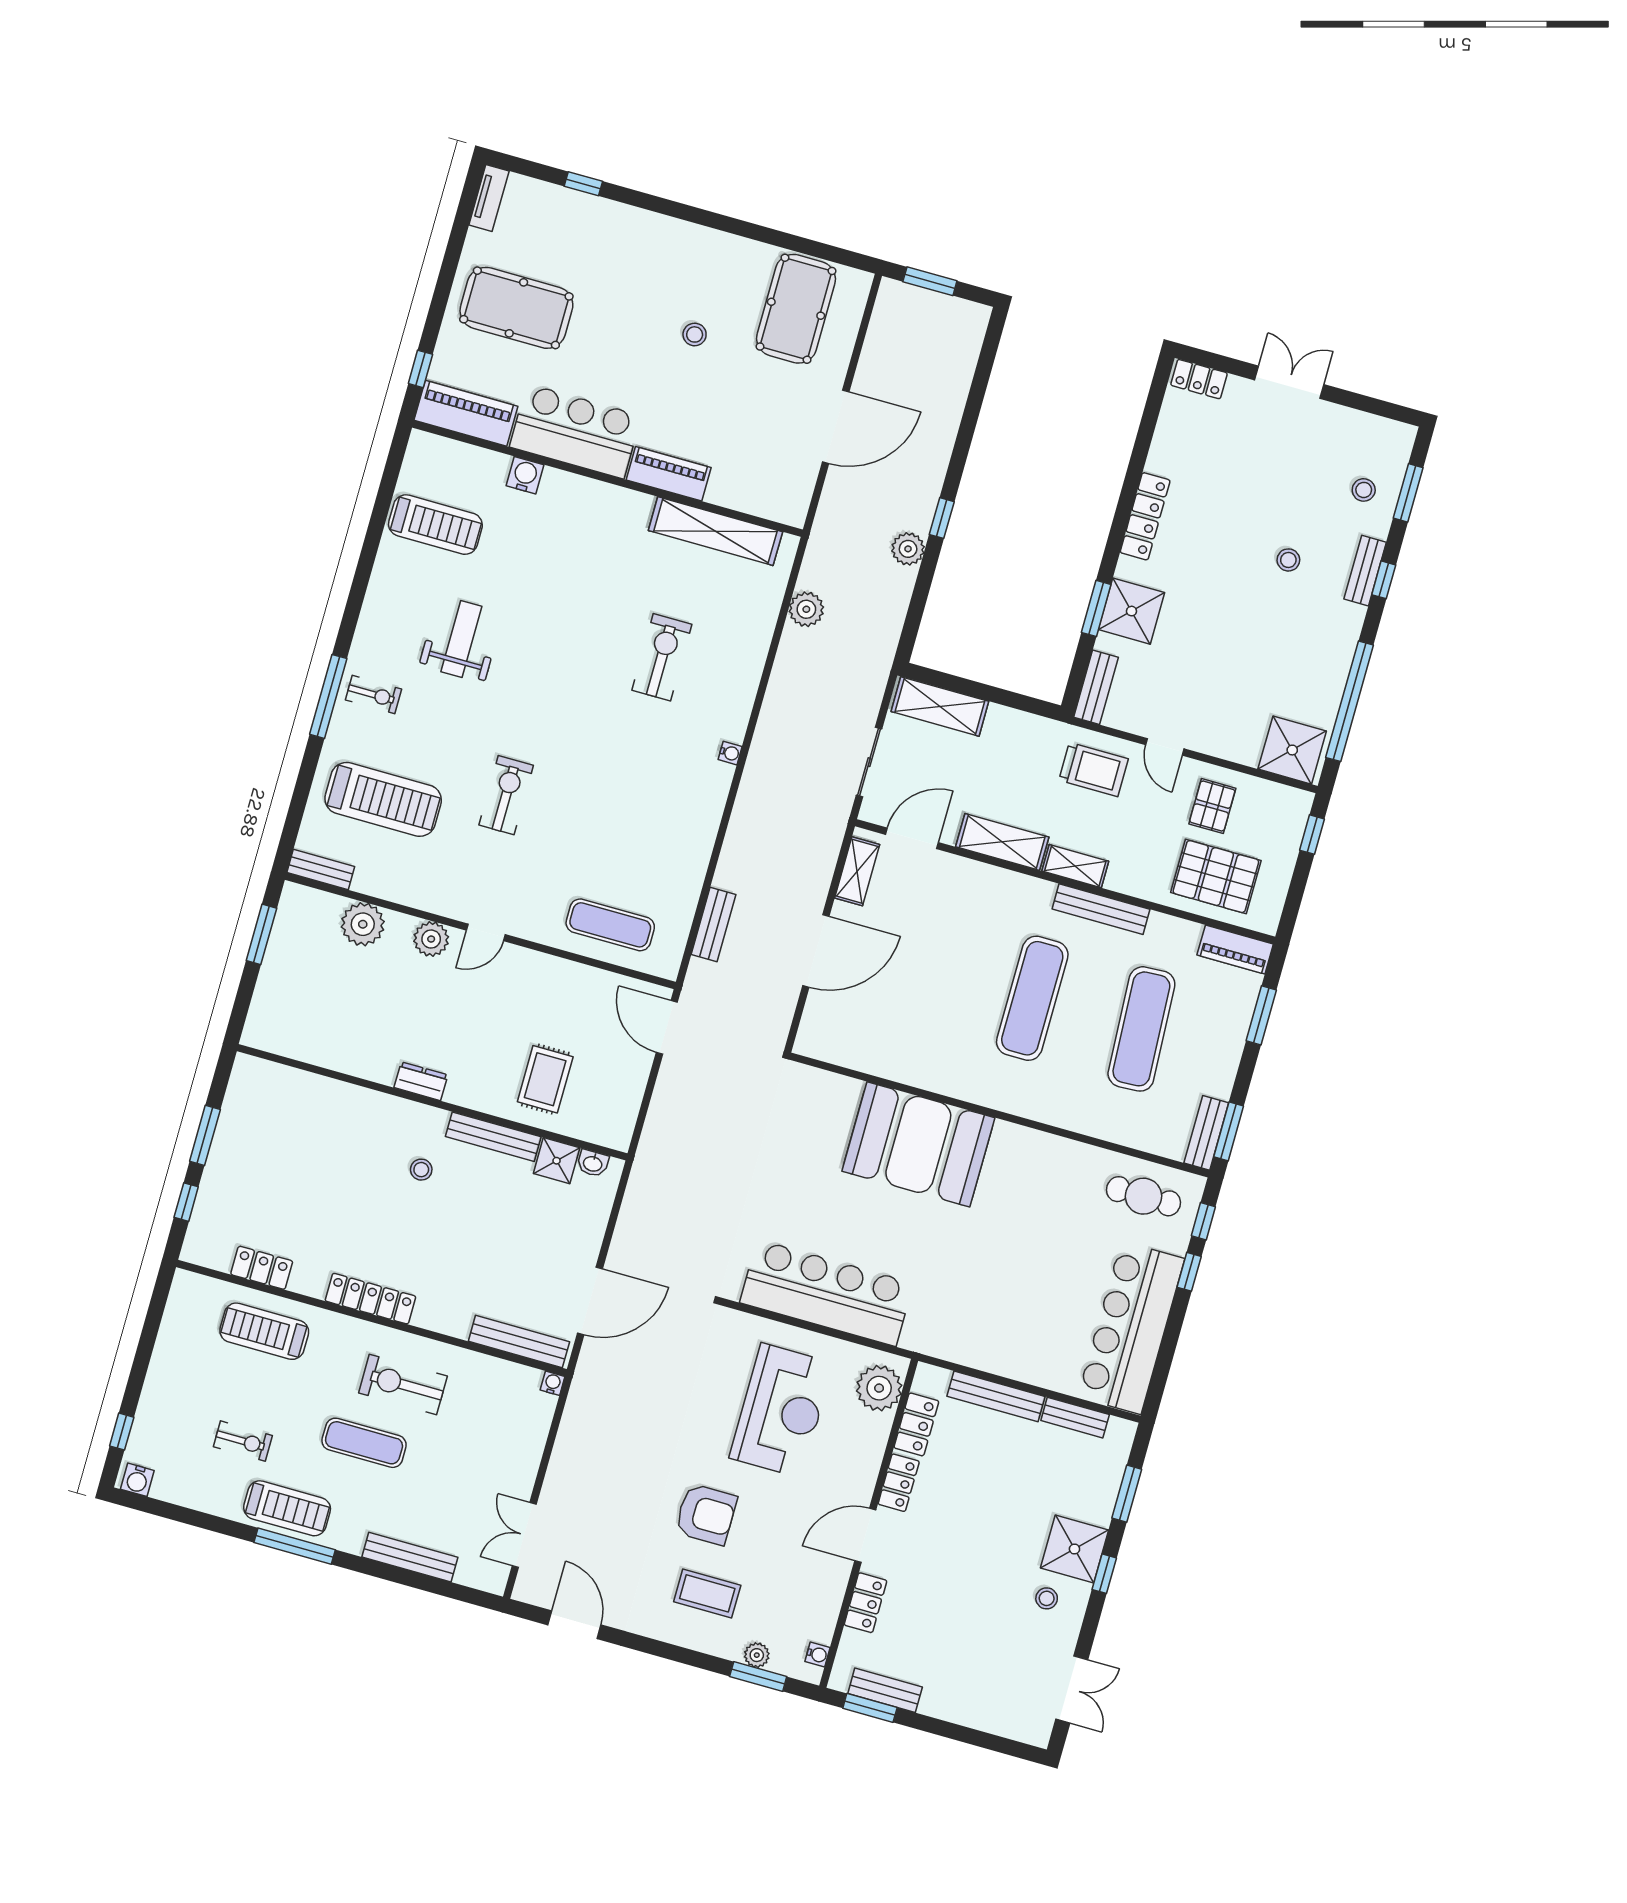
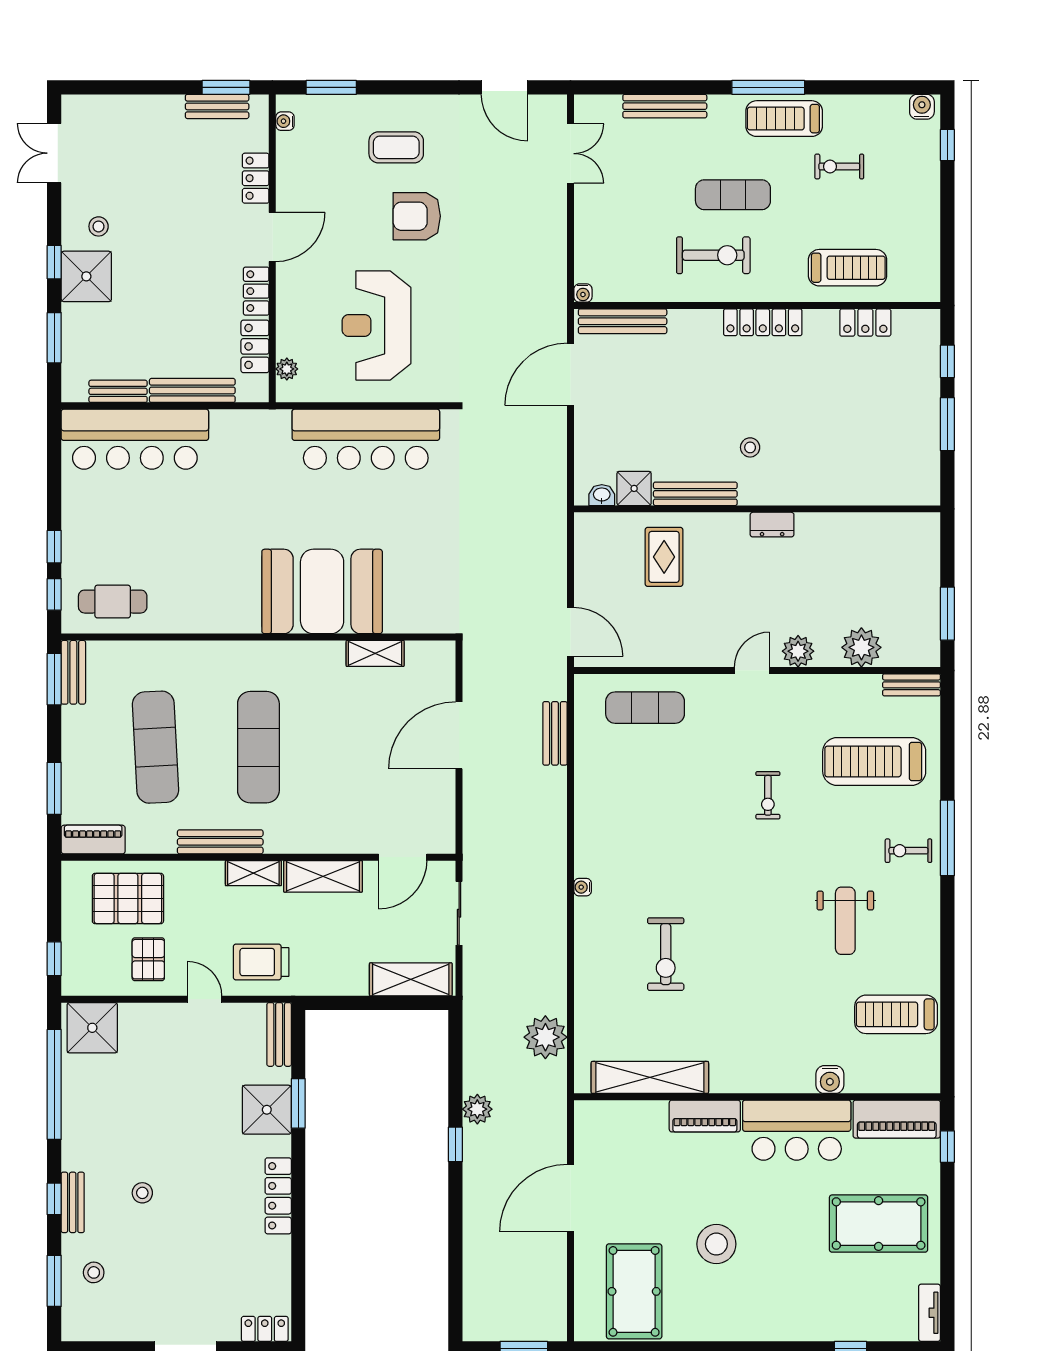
stool: (695, 334) -> (716, 1244), width x1.89, depth x1.89
plant: (806, 609) -> (545, 1037), width x1.36, depth x1.36
exercise bike: (506, 795) -> (768, 795), width x0.73, depth x0.72
shelving: (857, 871) -> (375, 653), moved, turned 90
bar counter: (1131, 1328) -> (135, 439), moved, turned 90
plant: (879, 1388) -> (287, 369), width x0.53, depth x0.53
plant: (757, 1655) -> (338, 106), removed

